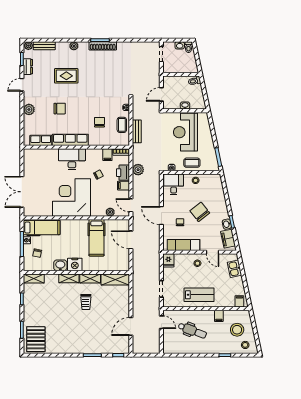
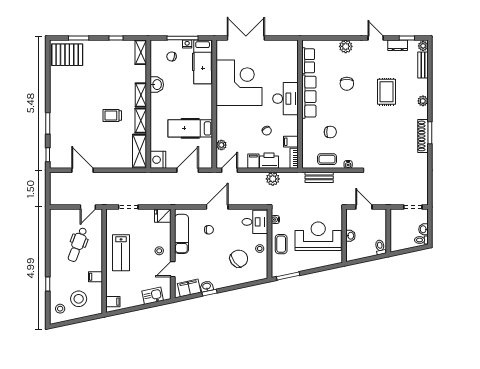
corner desk: (71, 197) -> (239, 83), moved
chair: (200, 212) -> (239, 259), moved
nightstand: (75, 264) -> (158, 160), moved

